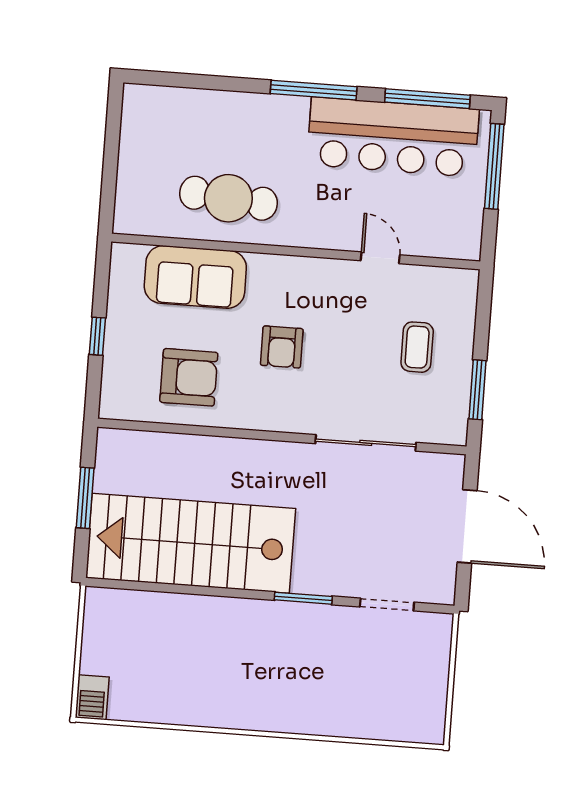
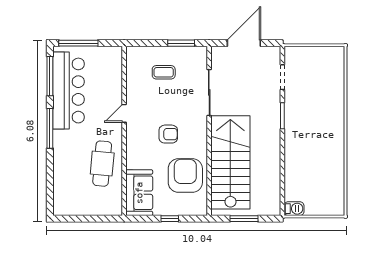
door: (380, 258) -> (124, 113), moved
sofa: (195, 277) -> (139, 193), moved
armchair: (189, 377) -> (185, 176), width x1.36, depth x1.36
stairs: (191, 543) -> (230, 162), moved, turned 180
barbecue: (92, 697) -> (294, 209), moved

